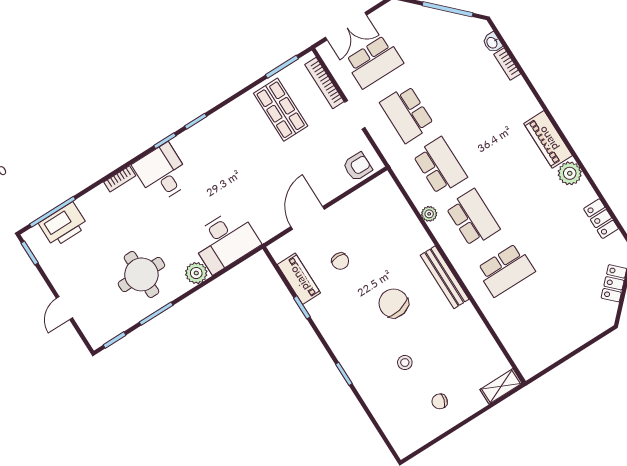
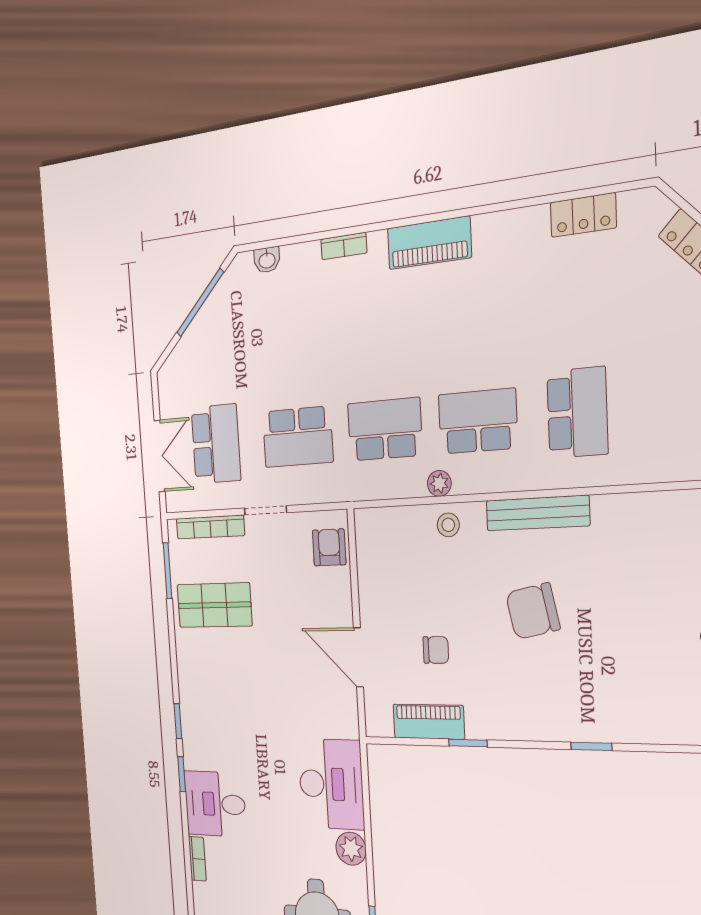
bookcase: (507, 64) -> (344, 246), moved
plant: (570, 173) -> (492, 233), removed
stool: (405, 363) -> (448, 525), moved

